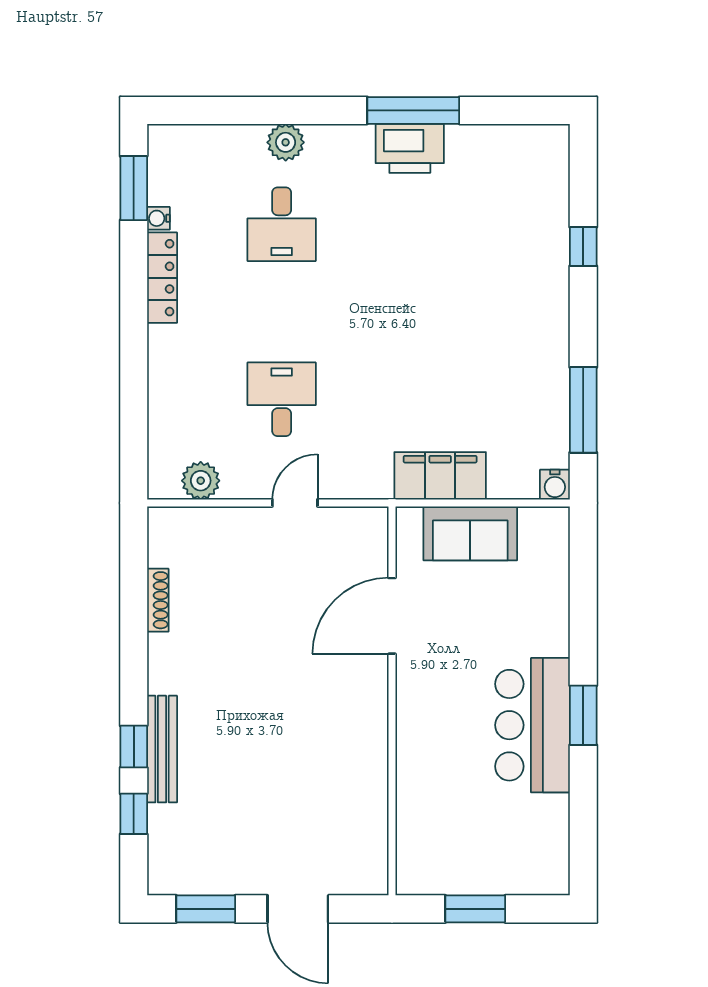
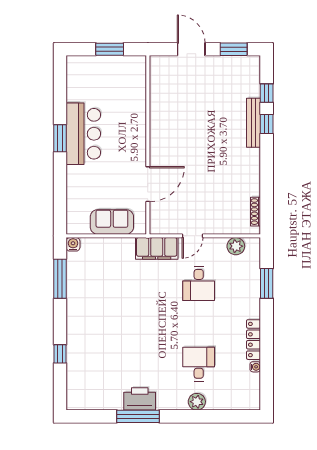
window: (134, 188) -> (267, 283), moved
filing cabinet: (440, 476) -> (157, 248), moved
shoe rack: (158, 600) -> (256, 212), moved

